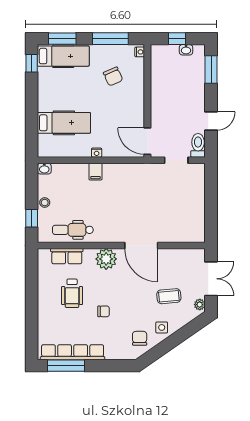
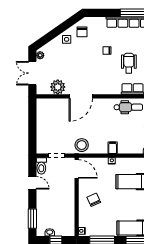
chair: (113, 76) -> (94, 200), moved
door: (211, 121) -> (32, 183), swing flipped
stool: (140, 175) -> (82, 145), added
door: (141, 246) -> (81, 96), swing flipped
plant: (106, 259) -> (58, 87), moved
coffee table: (169, 296) -> (62, 61), removed

